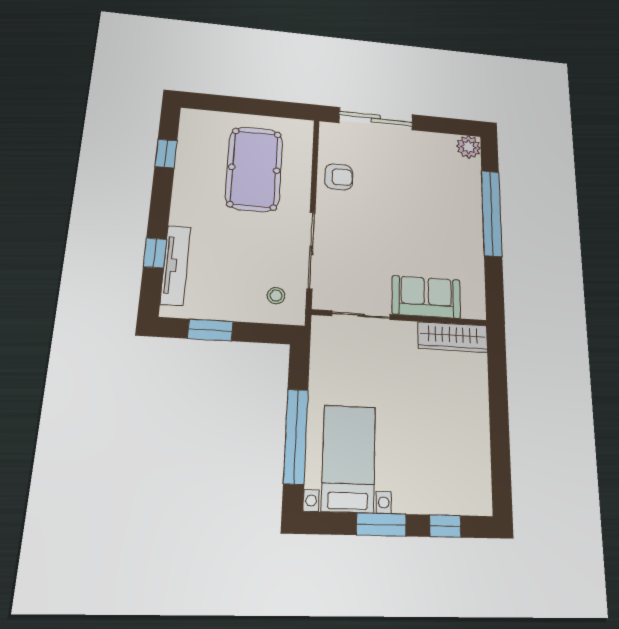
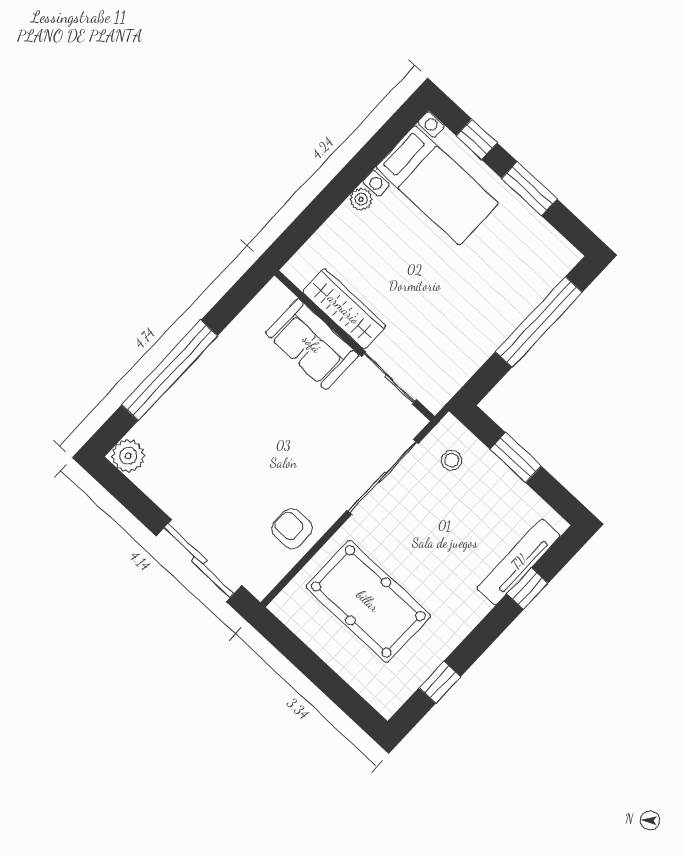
pool table: (254, 169) -> (368, 601), turned 90
window: (210, 330) -> (516, 458), moved
wardrobe: (453, 337) -> (344, 309), moved
plant: (480, 416) -> (361, 199), added
bed with nightstands: (349, 458) -> (437, 185), moved, turned -90

